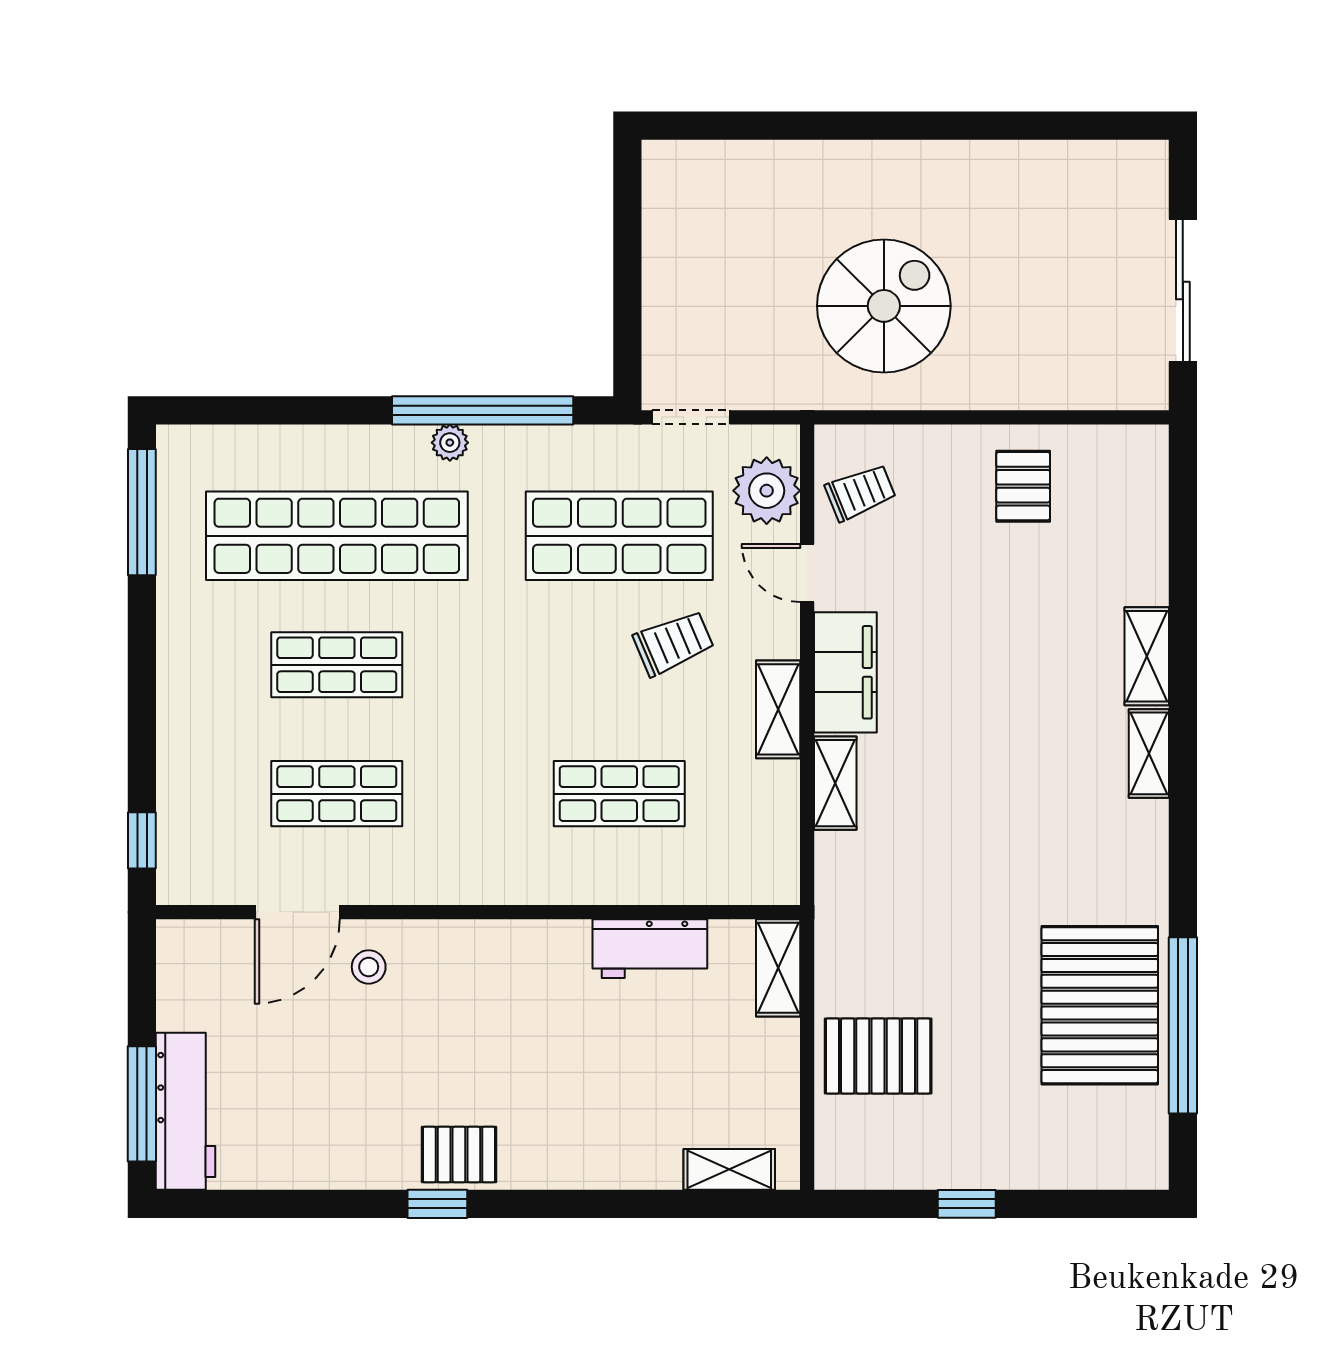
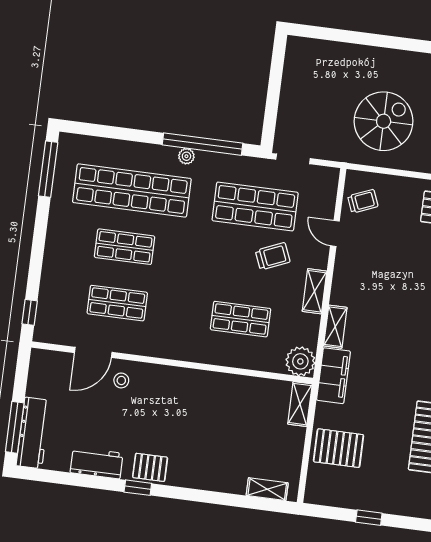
plant: (767, 491) -> (300, 361), moved
filing cabinet: (845, 672) -> (333, 376), moved
workbench: (650, 949) -> (97, 463), moved, turned 180

